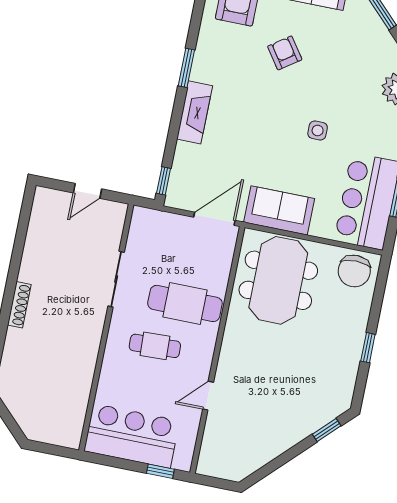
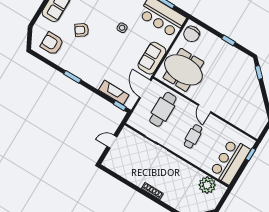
fireplace: (195, 112) -> (114, 92), moved
door: (87, 191) -> (112, 142), swing flipped
chair: (354, 271) -> (192, 34), turned 90
cafe table: (185, 303) -> (163, 109), moved
door: (208, 396) -> (205, 109), moved
plant: (70, 408) -> (207, 185), added

